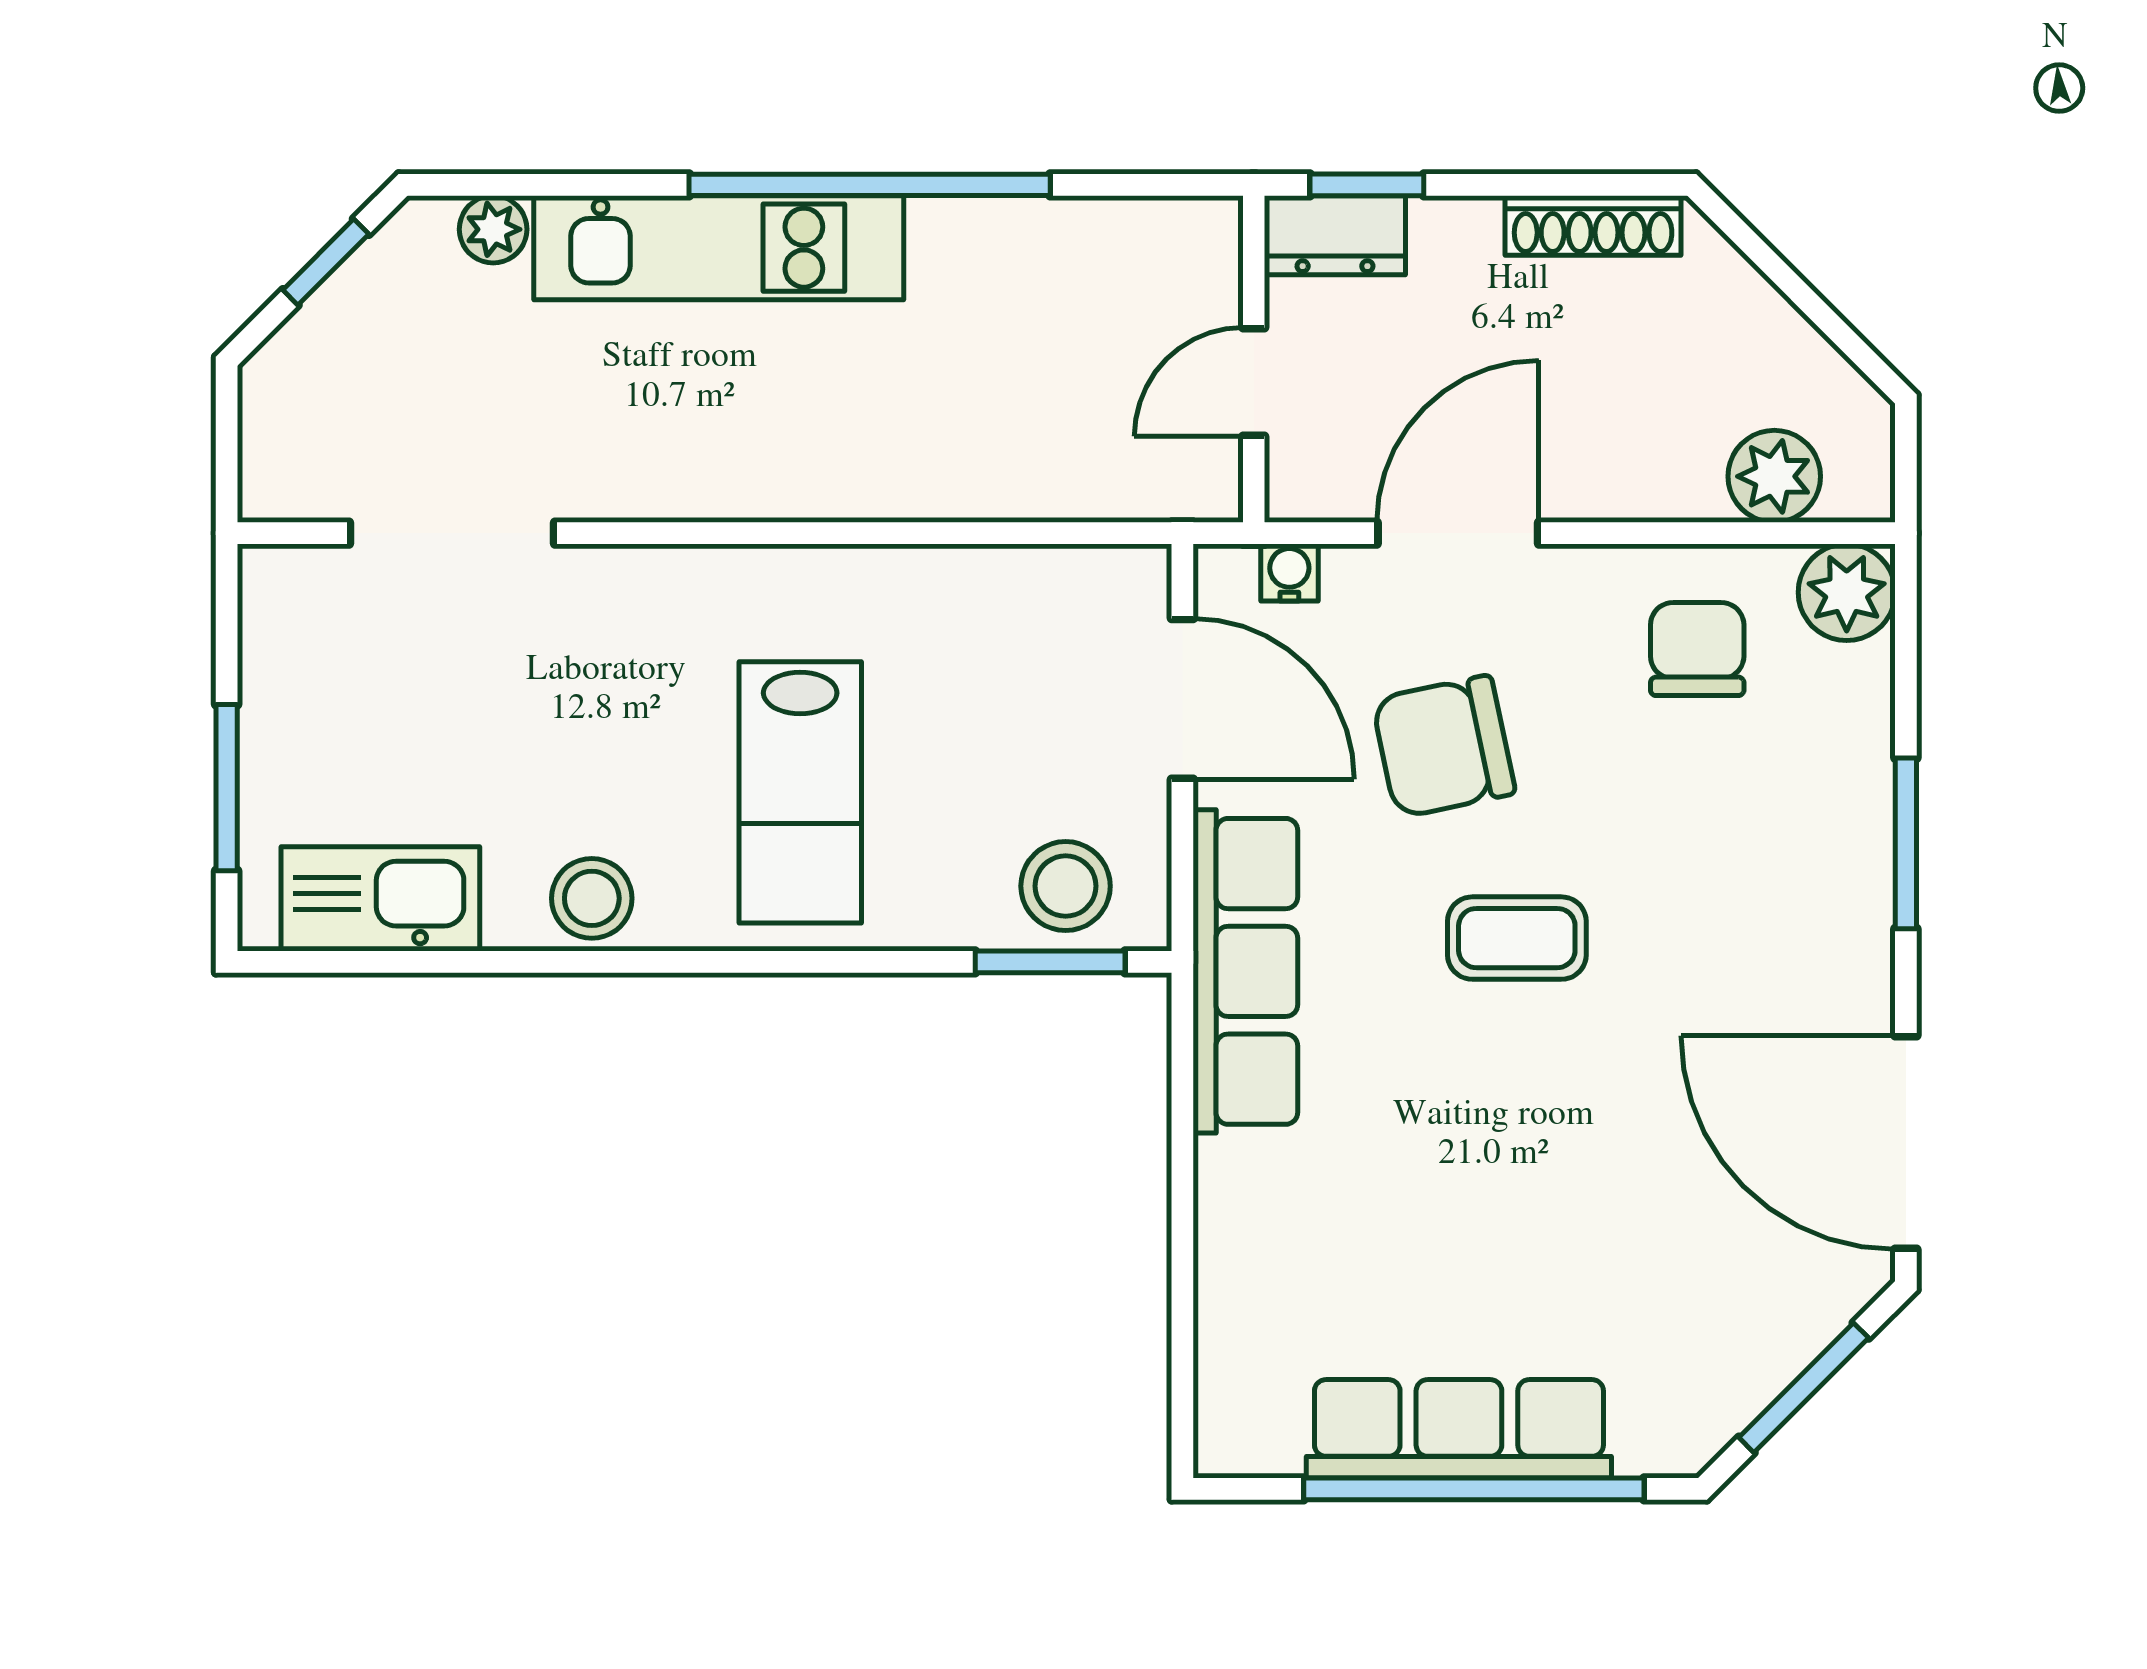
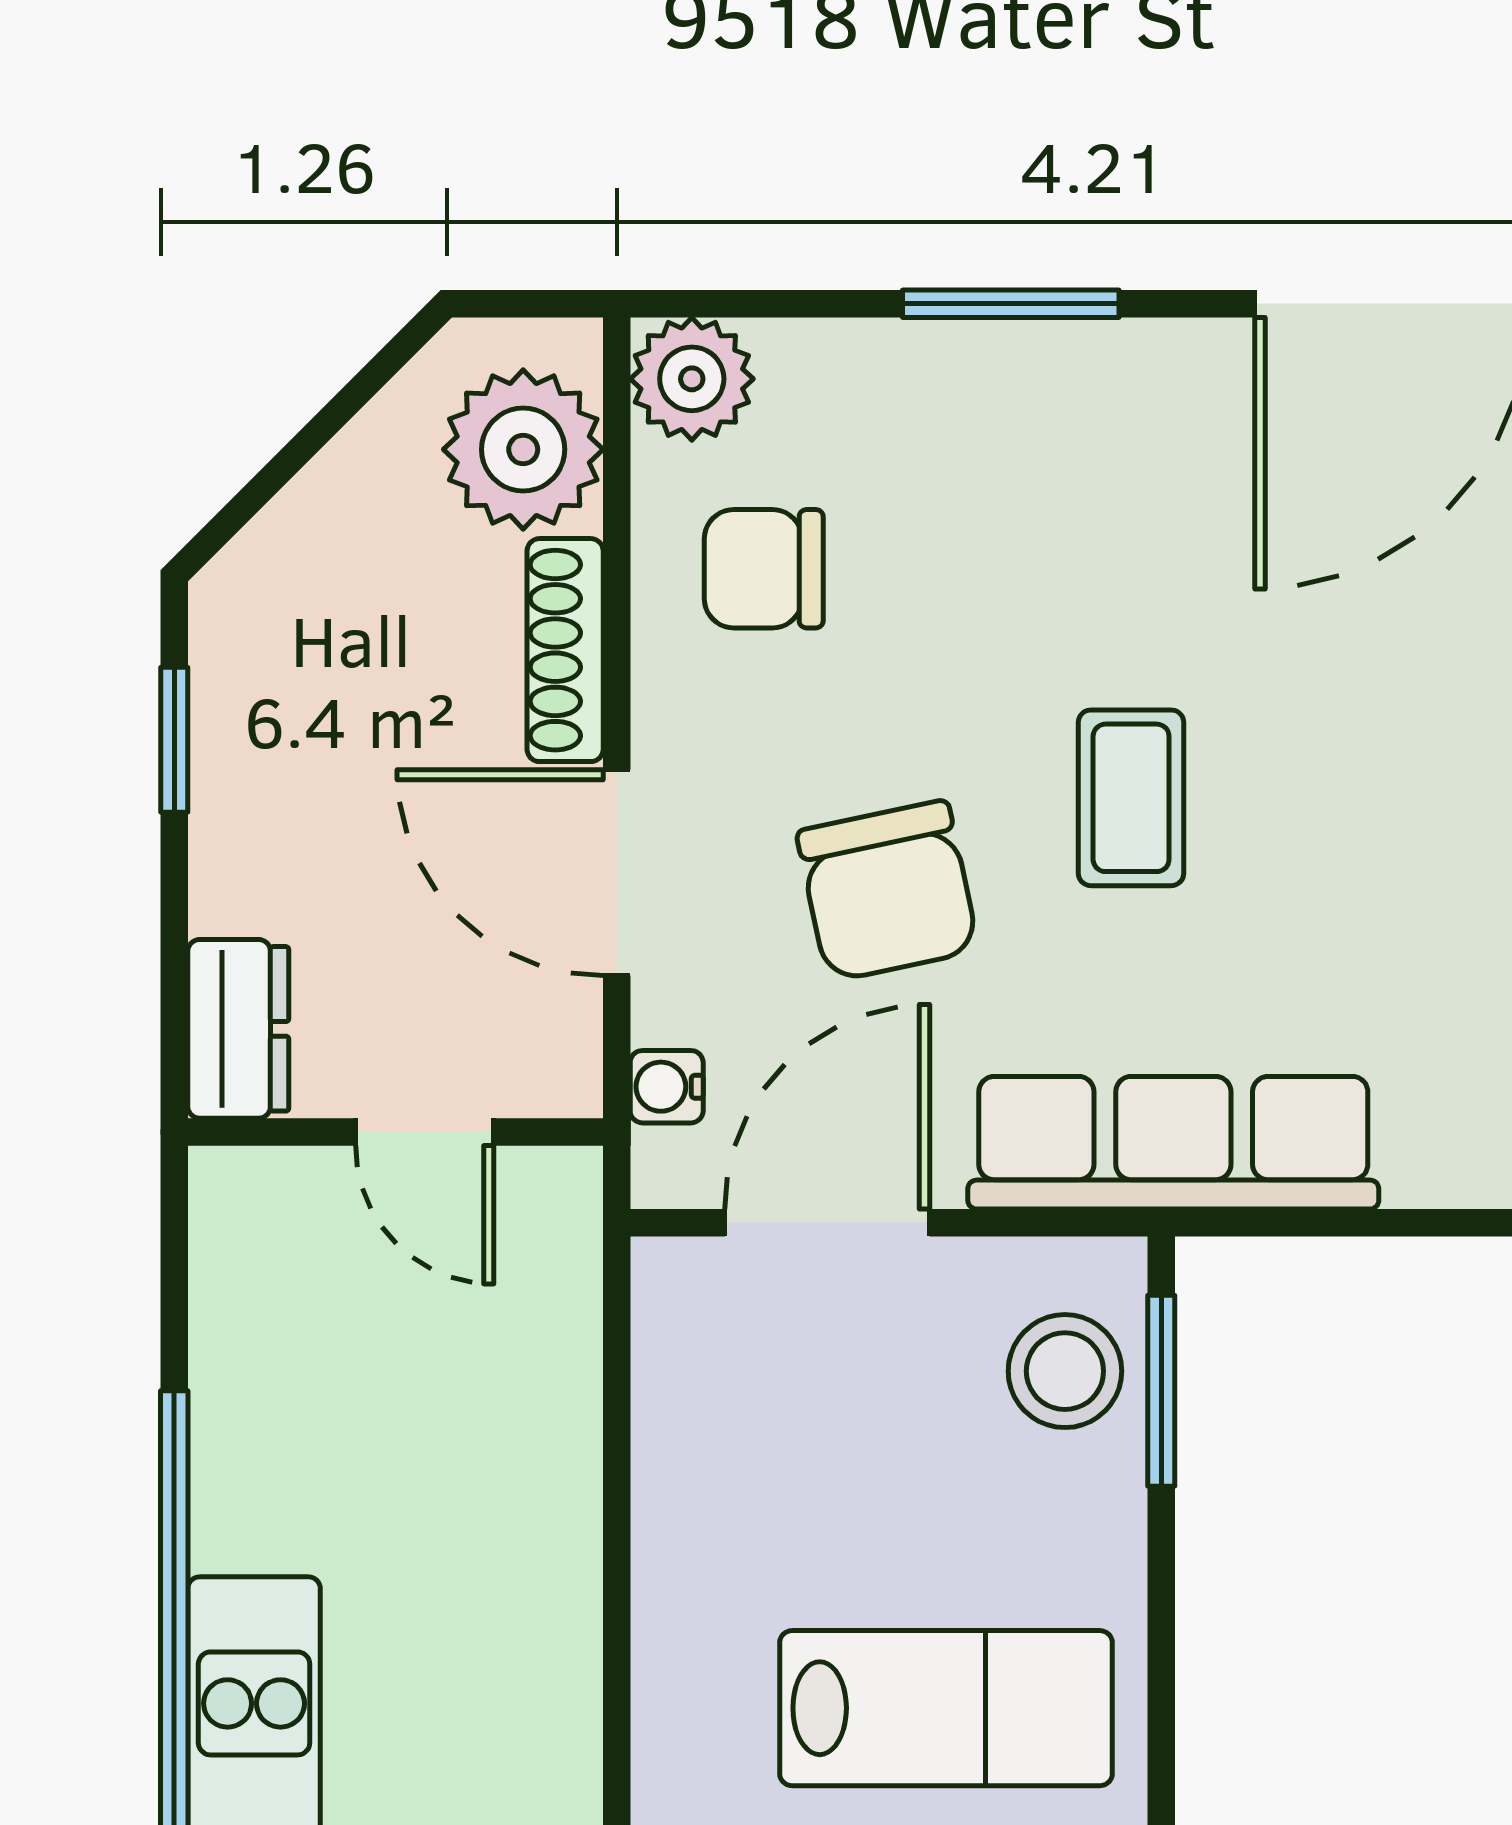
window: (1367, 185) -> (174, 740), moved
shoe rack: (1593, 225) -> (565, 650), moved, turned 180
plant: (1774, 476) -> (523, 449), width x1.36, depth x1.36

